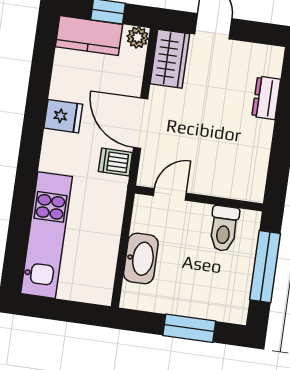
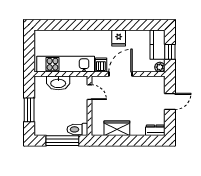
wardrobe: (170, 59) -> (117, 128), moved, turned 180
dresser: (266, 98) -> (155, 130), moved
toilet: (224, 228) -> (77, 129), moved
kitchen unit: (46, 235) -> (66, 64), moved, turned 180

